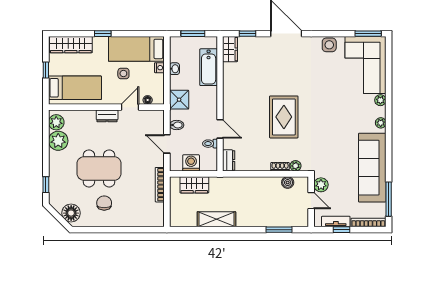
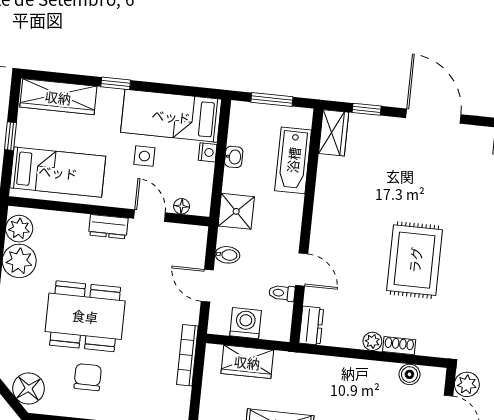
door: (130, 107) -> (150, 216), hinge flipped
plant: (296, 166) -> (372, 341), moved

